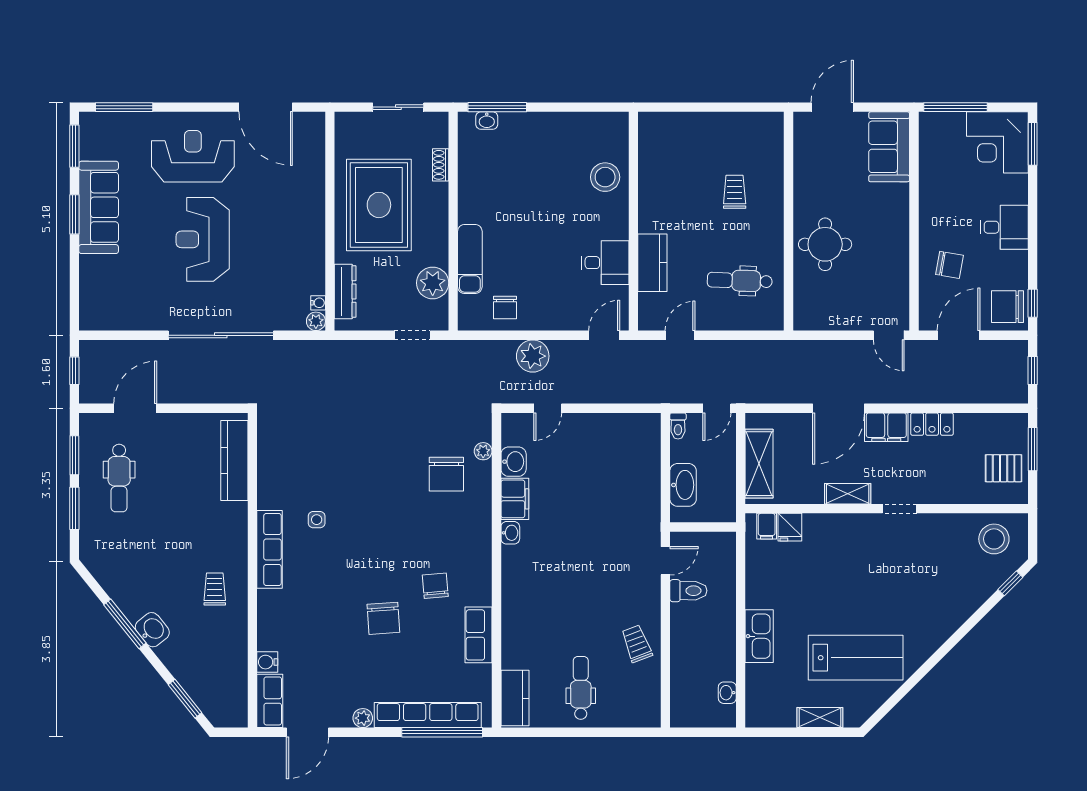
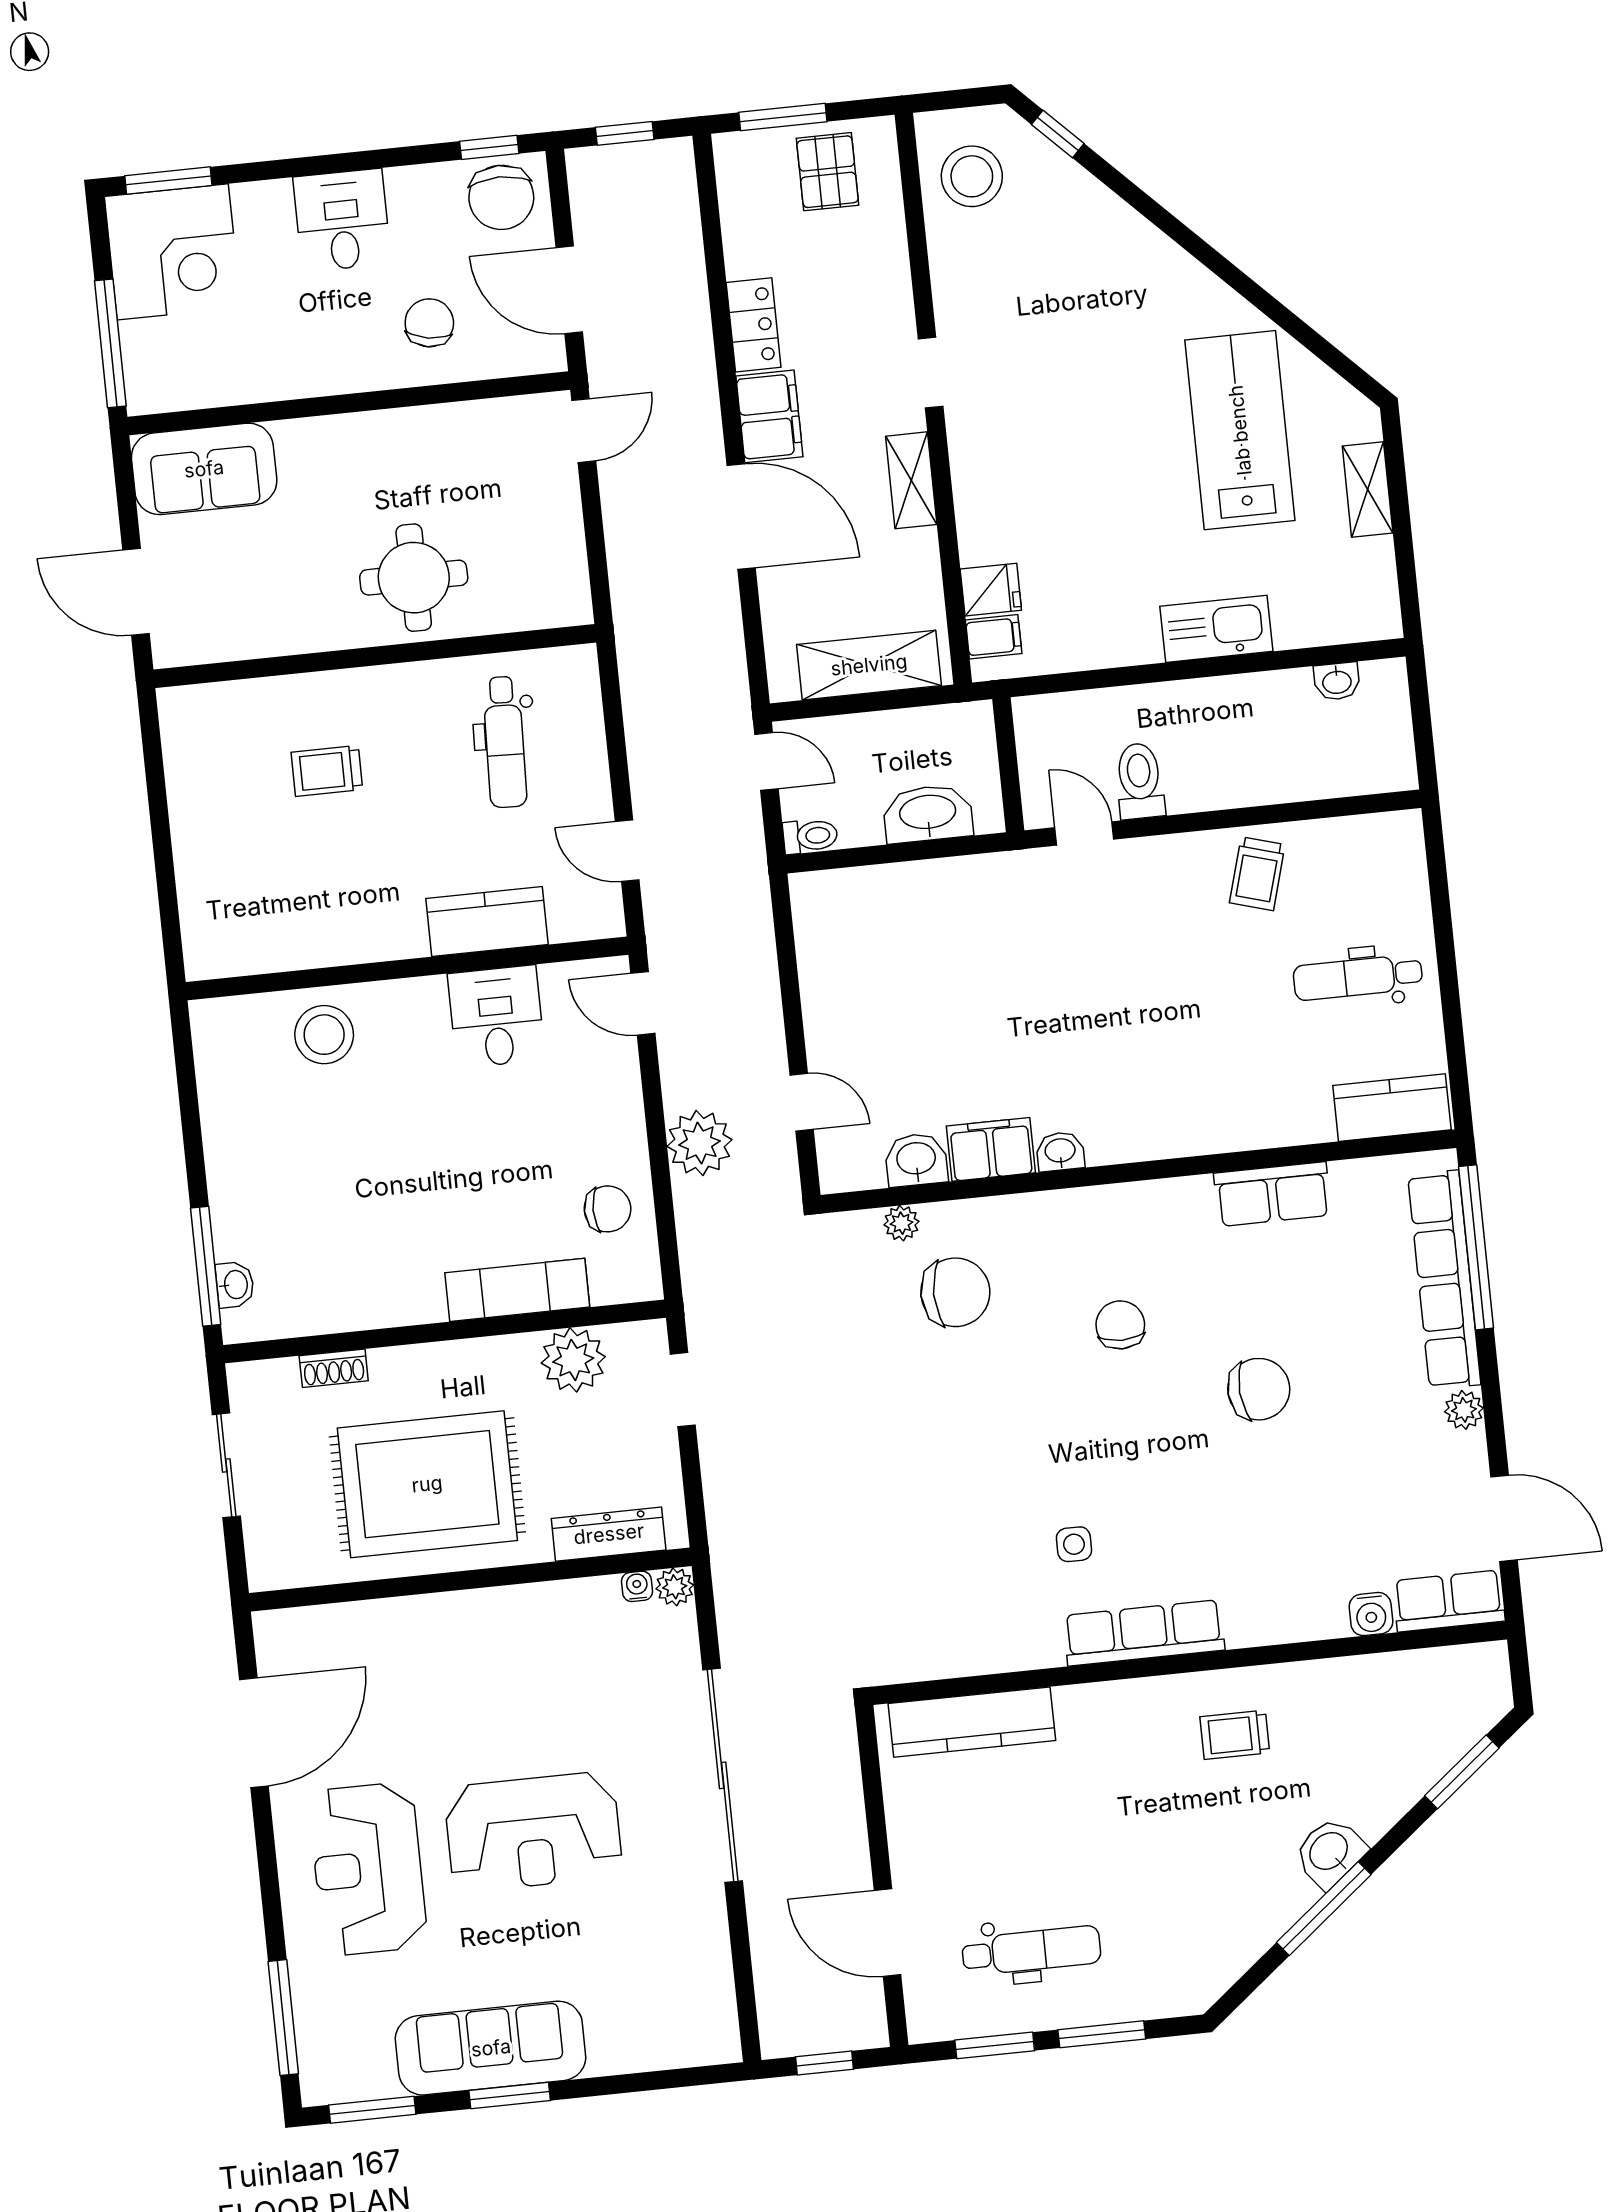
chair: (435, 586) -> (1120, 1325), moved, turned 95
trolley: (637, 644) -> (1257, 874), turned -53

